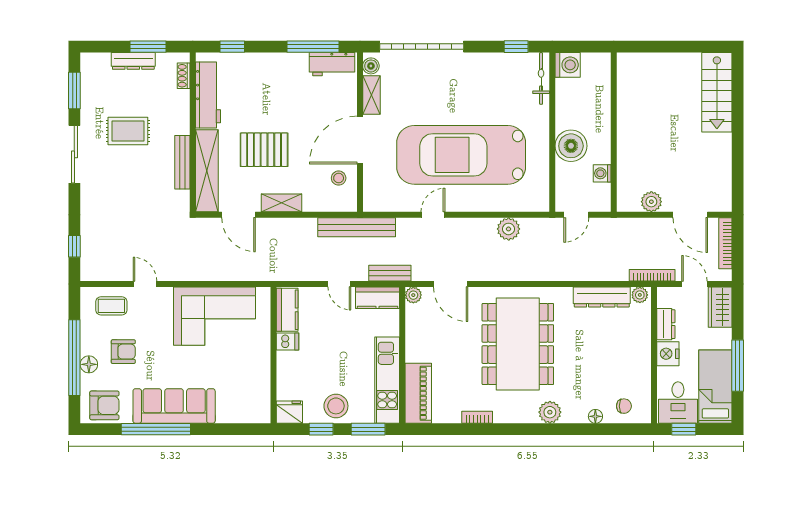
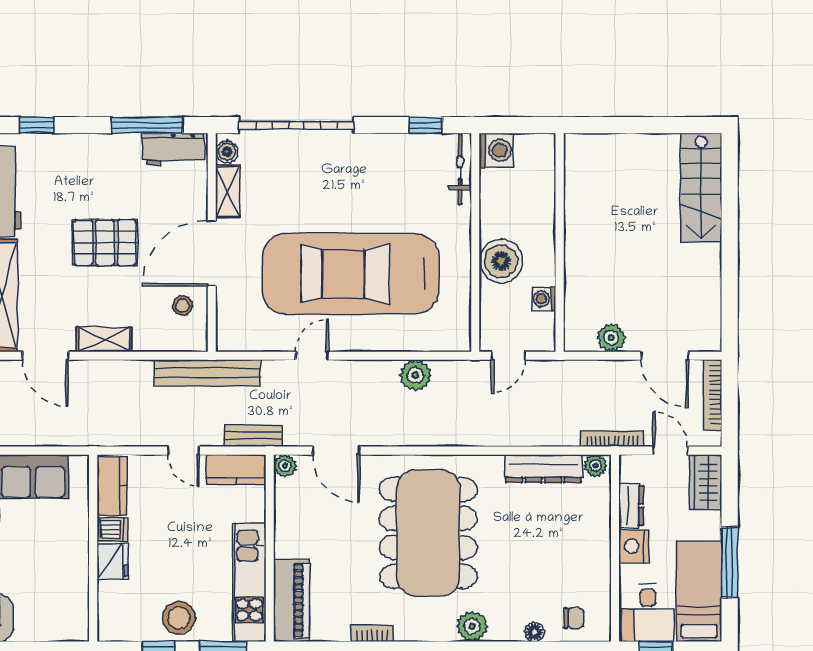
pallet: (264, 150) -> (105, 243), moved
fridge: (289, 412) -> (113, 561), moved, turned 90

